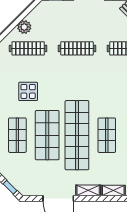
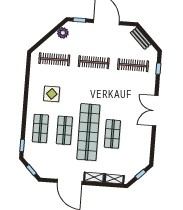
plant: (24, 27) -> (63, 33), moved
shop shelf: (47, 135) -> (64, 130), width x0.70, depth x0.74

